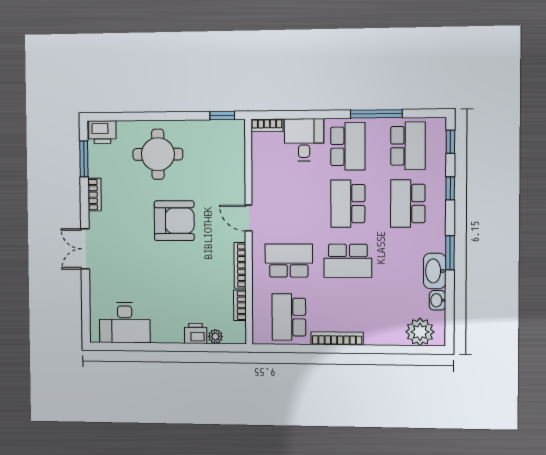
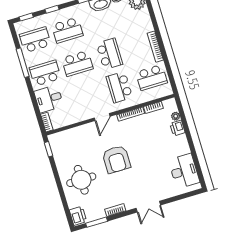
armchair: (174, 221) -> (116, 159), turned 180

